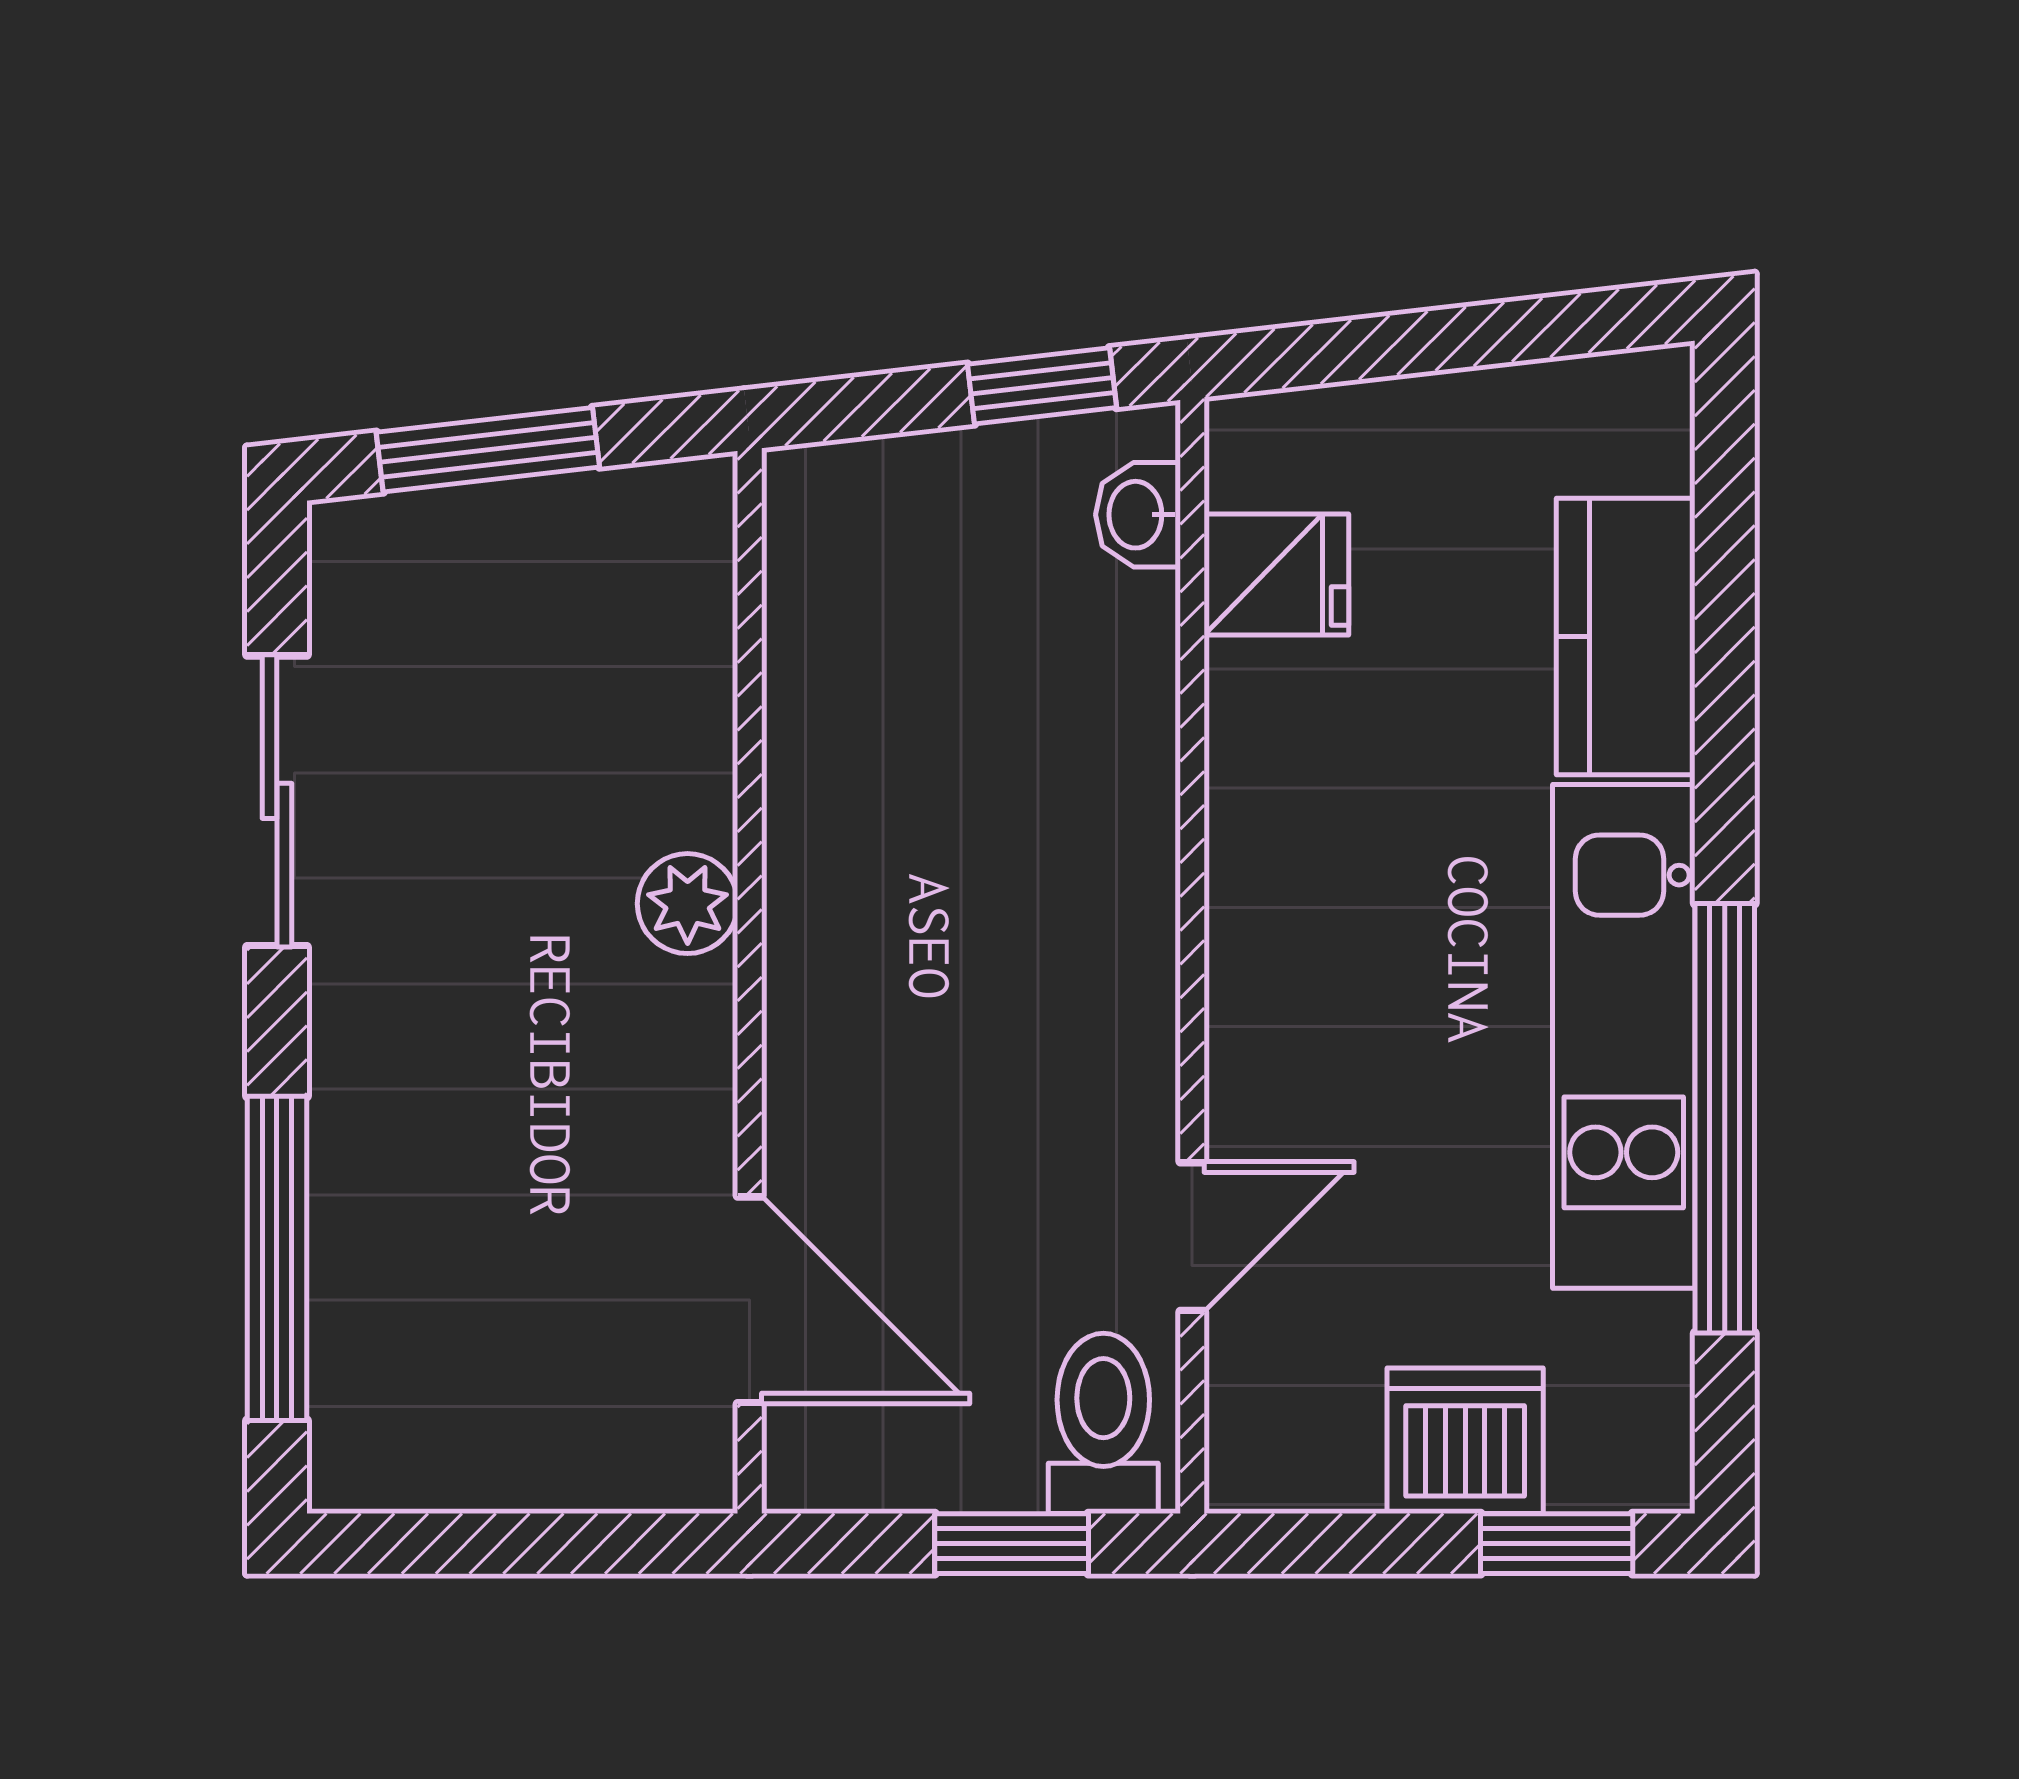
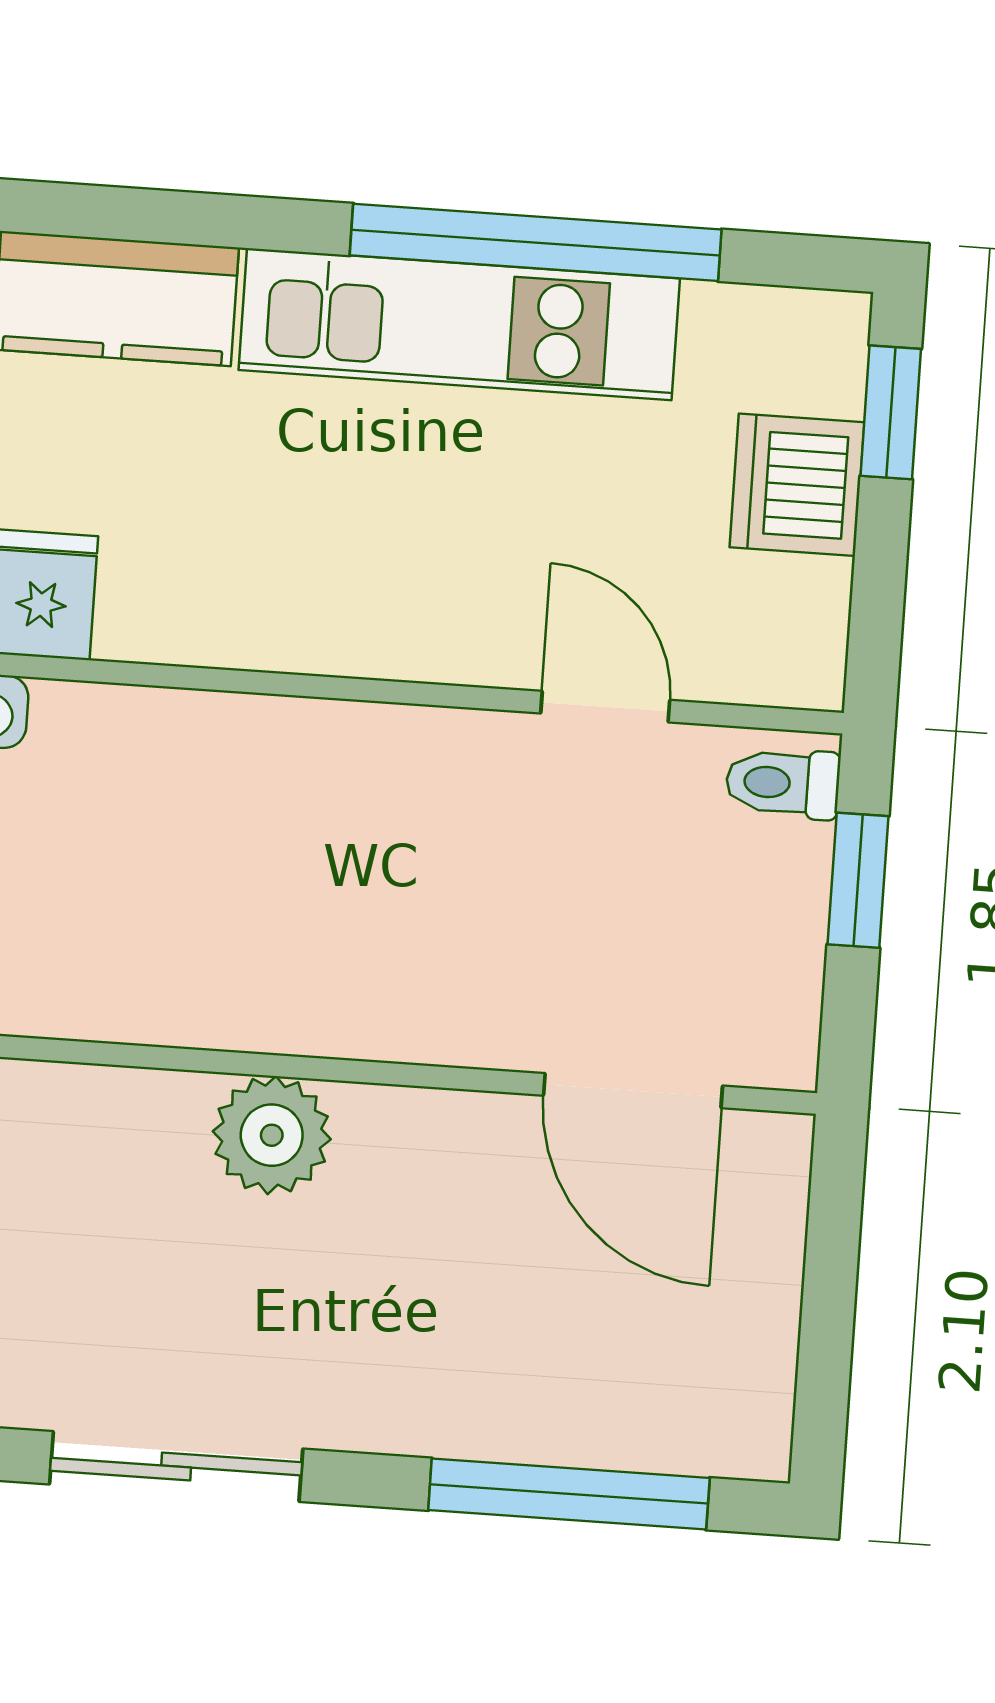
plant: (688, 904) -> (272, 1135), width x1.38, depth x1.38
door: (750, 1300) -> (633, 1091), swing flipped
toilet: (1103, 1423) -> (783, 783), width x0.73, depth x0.72

